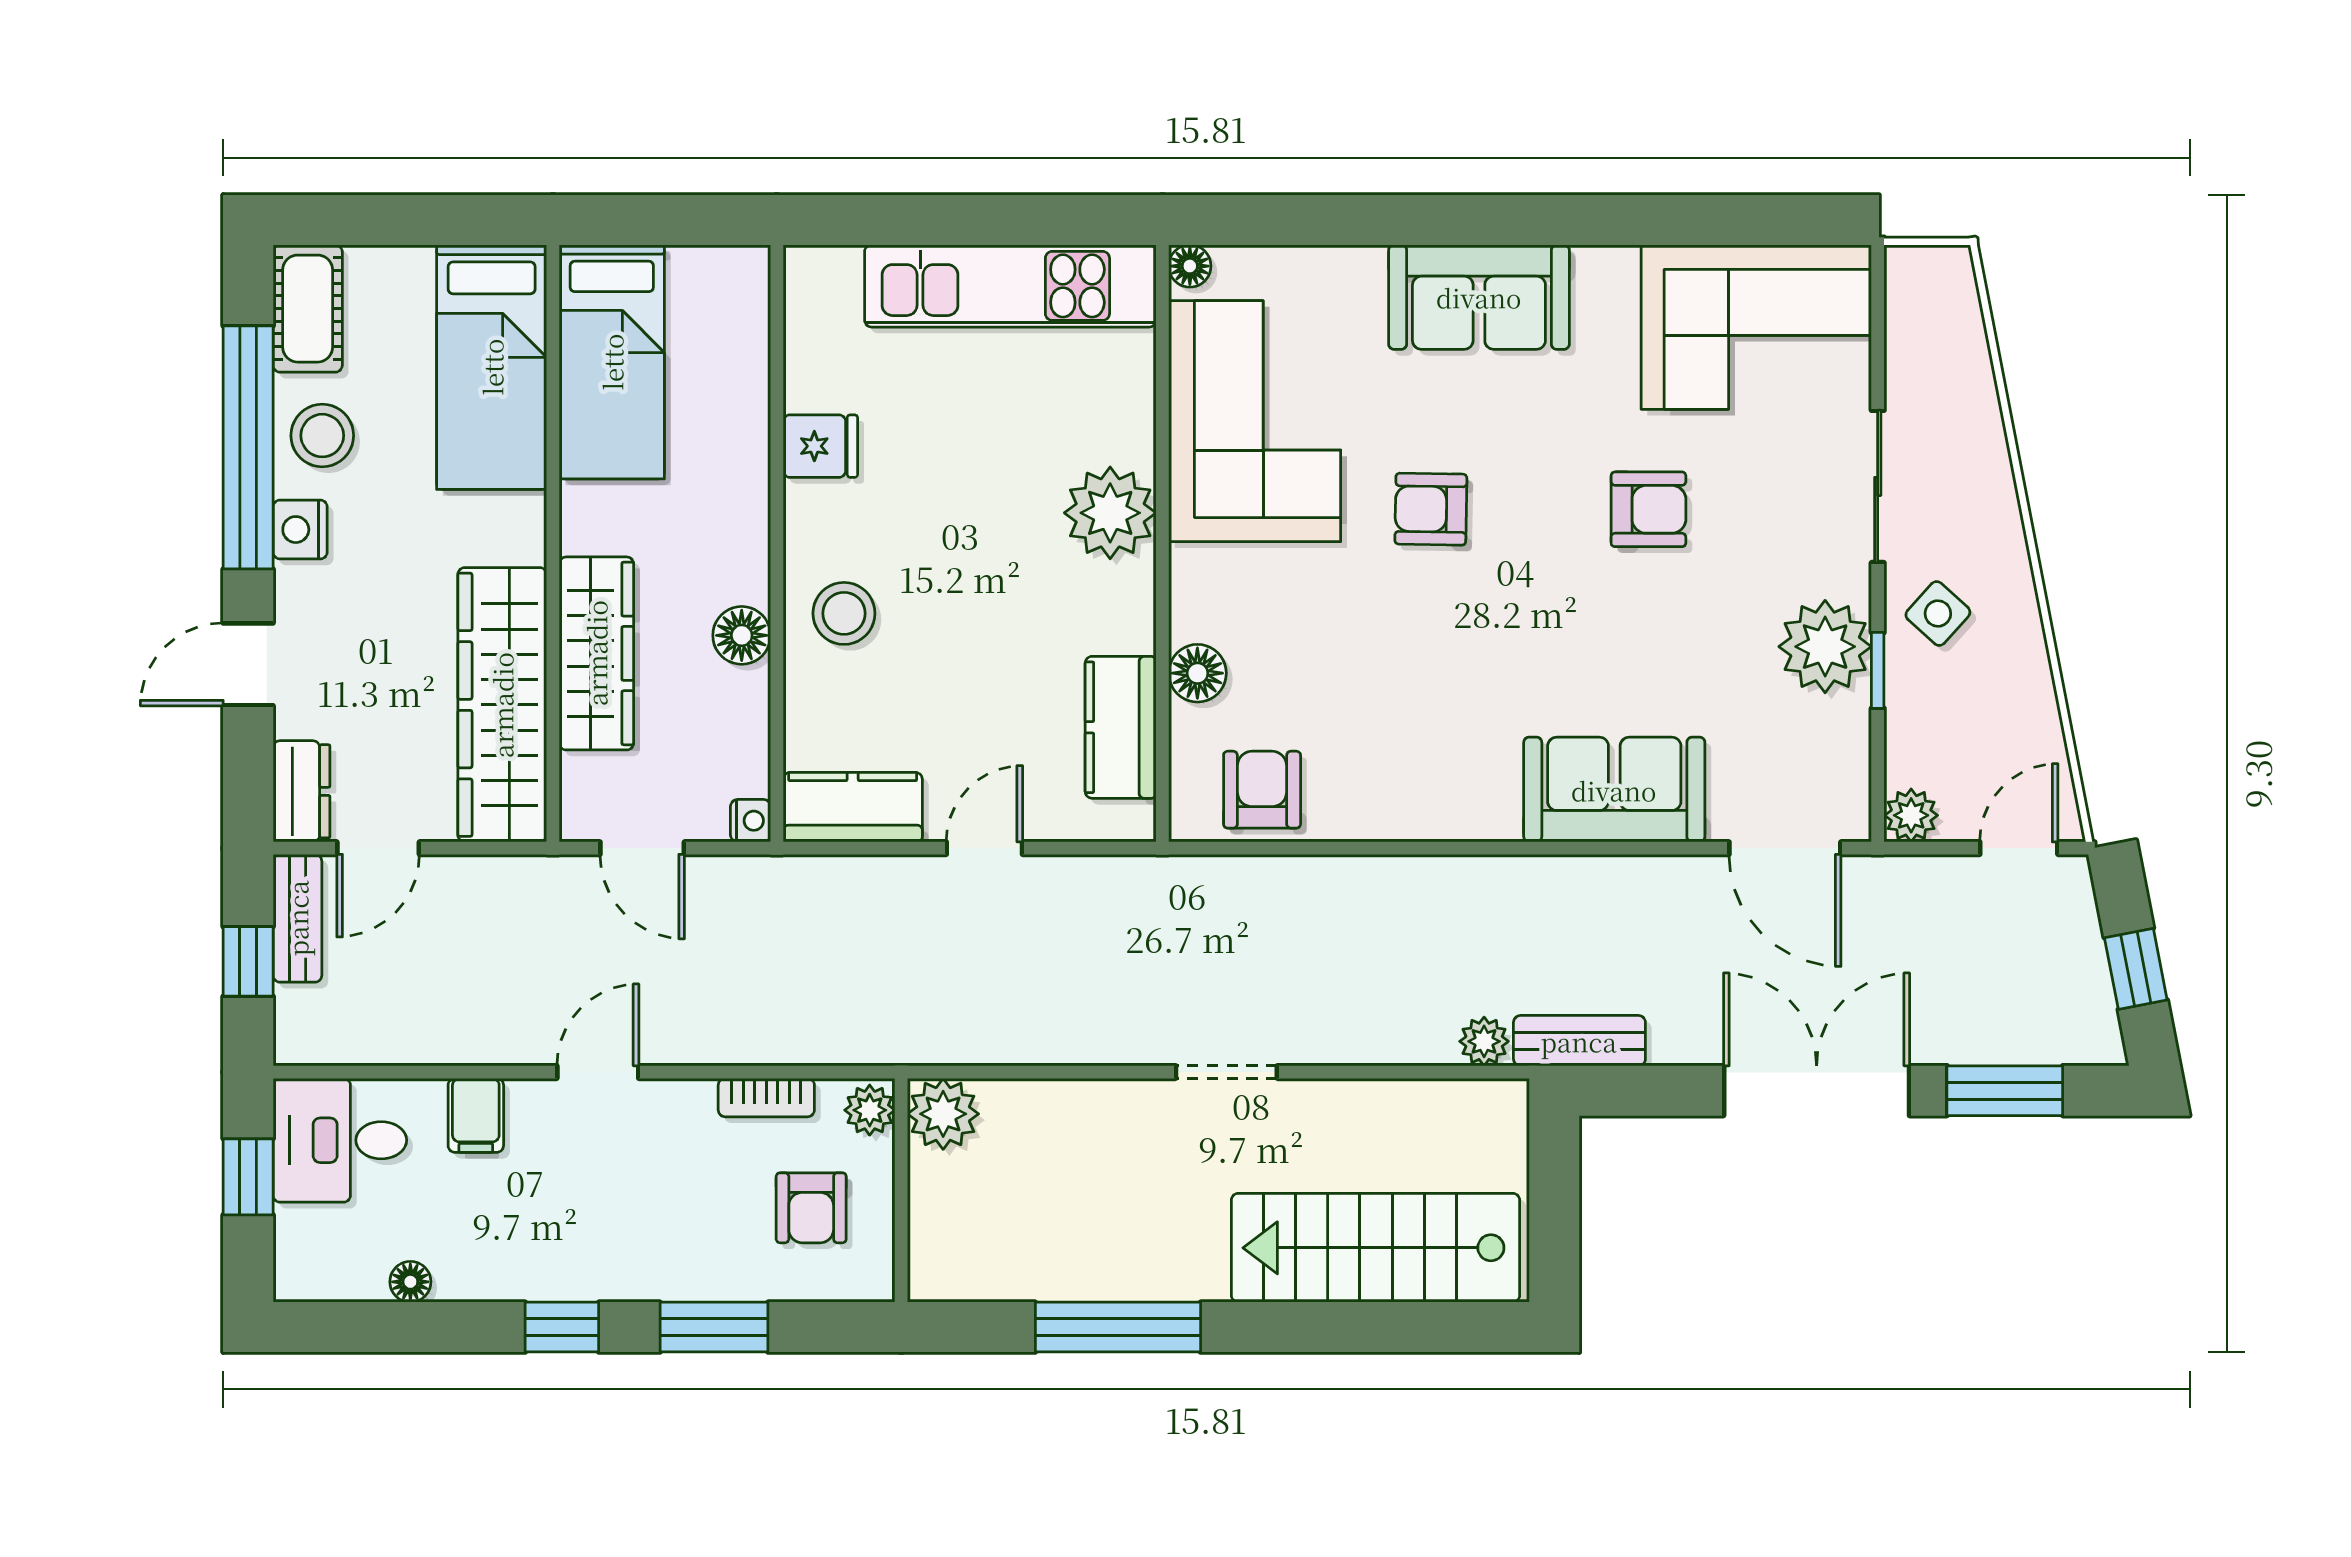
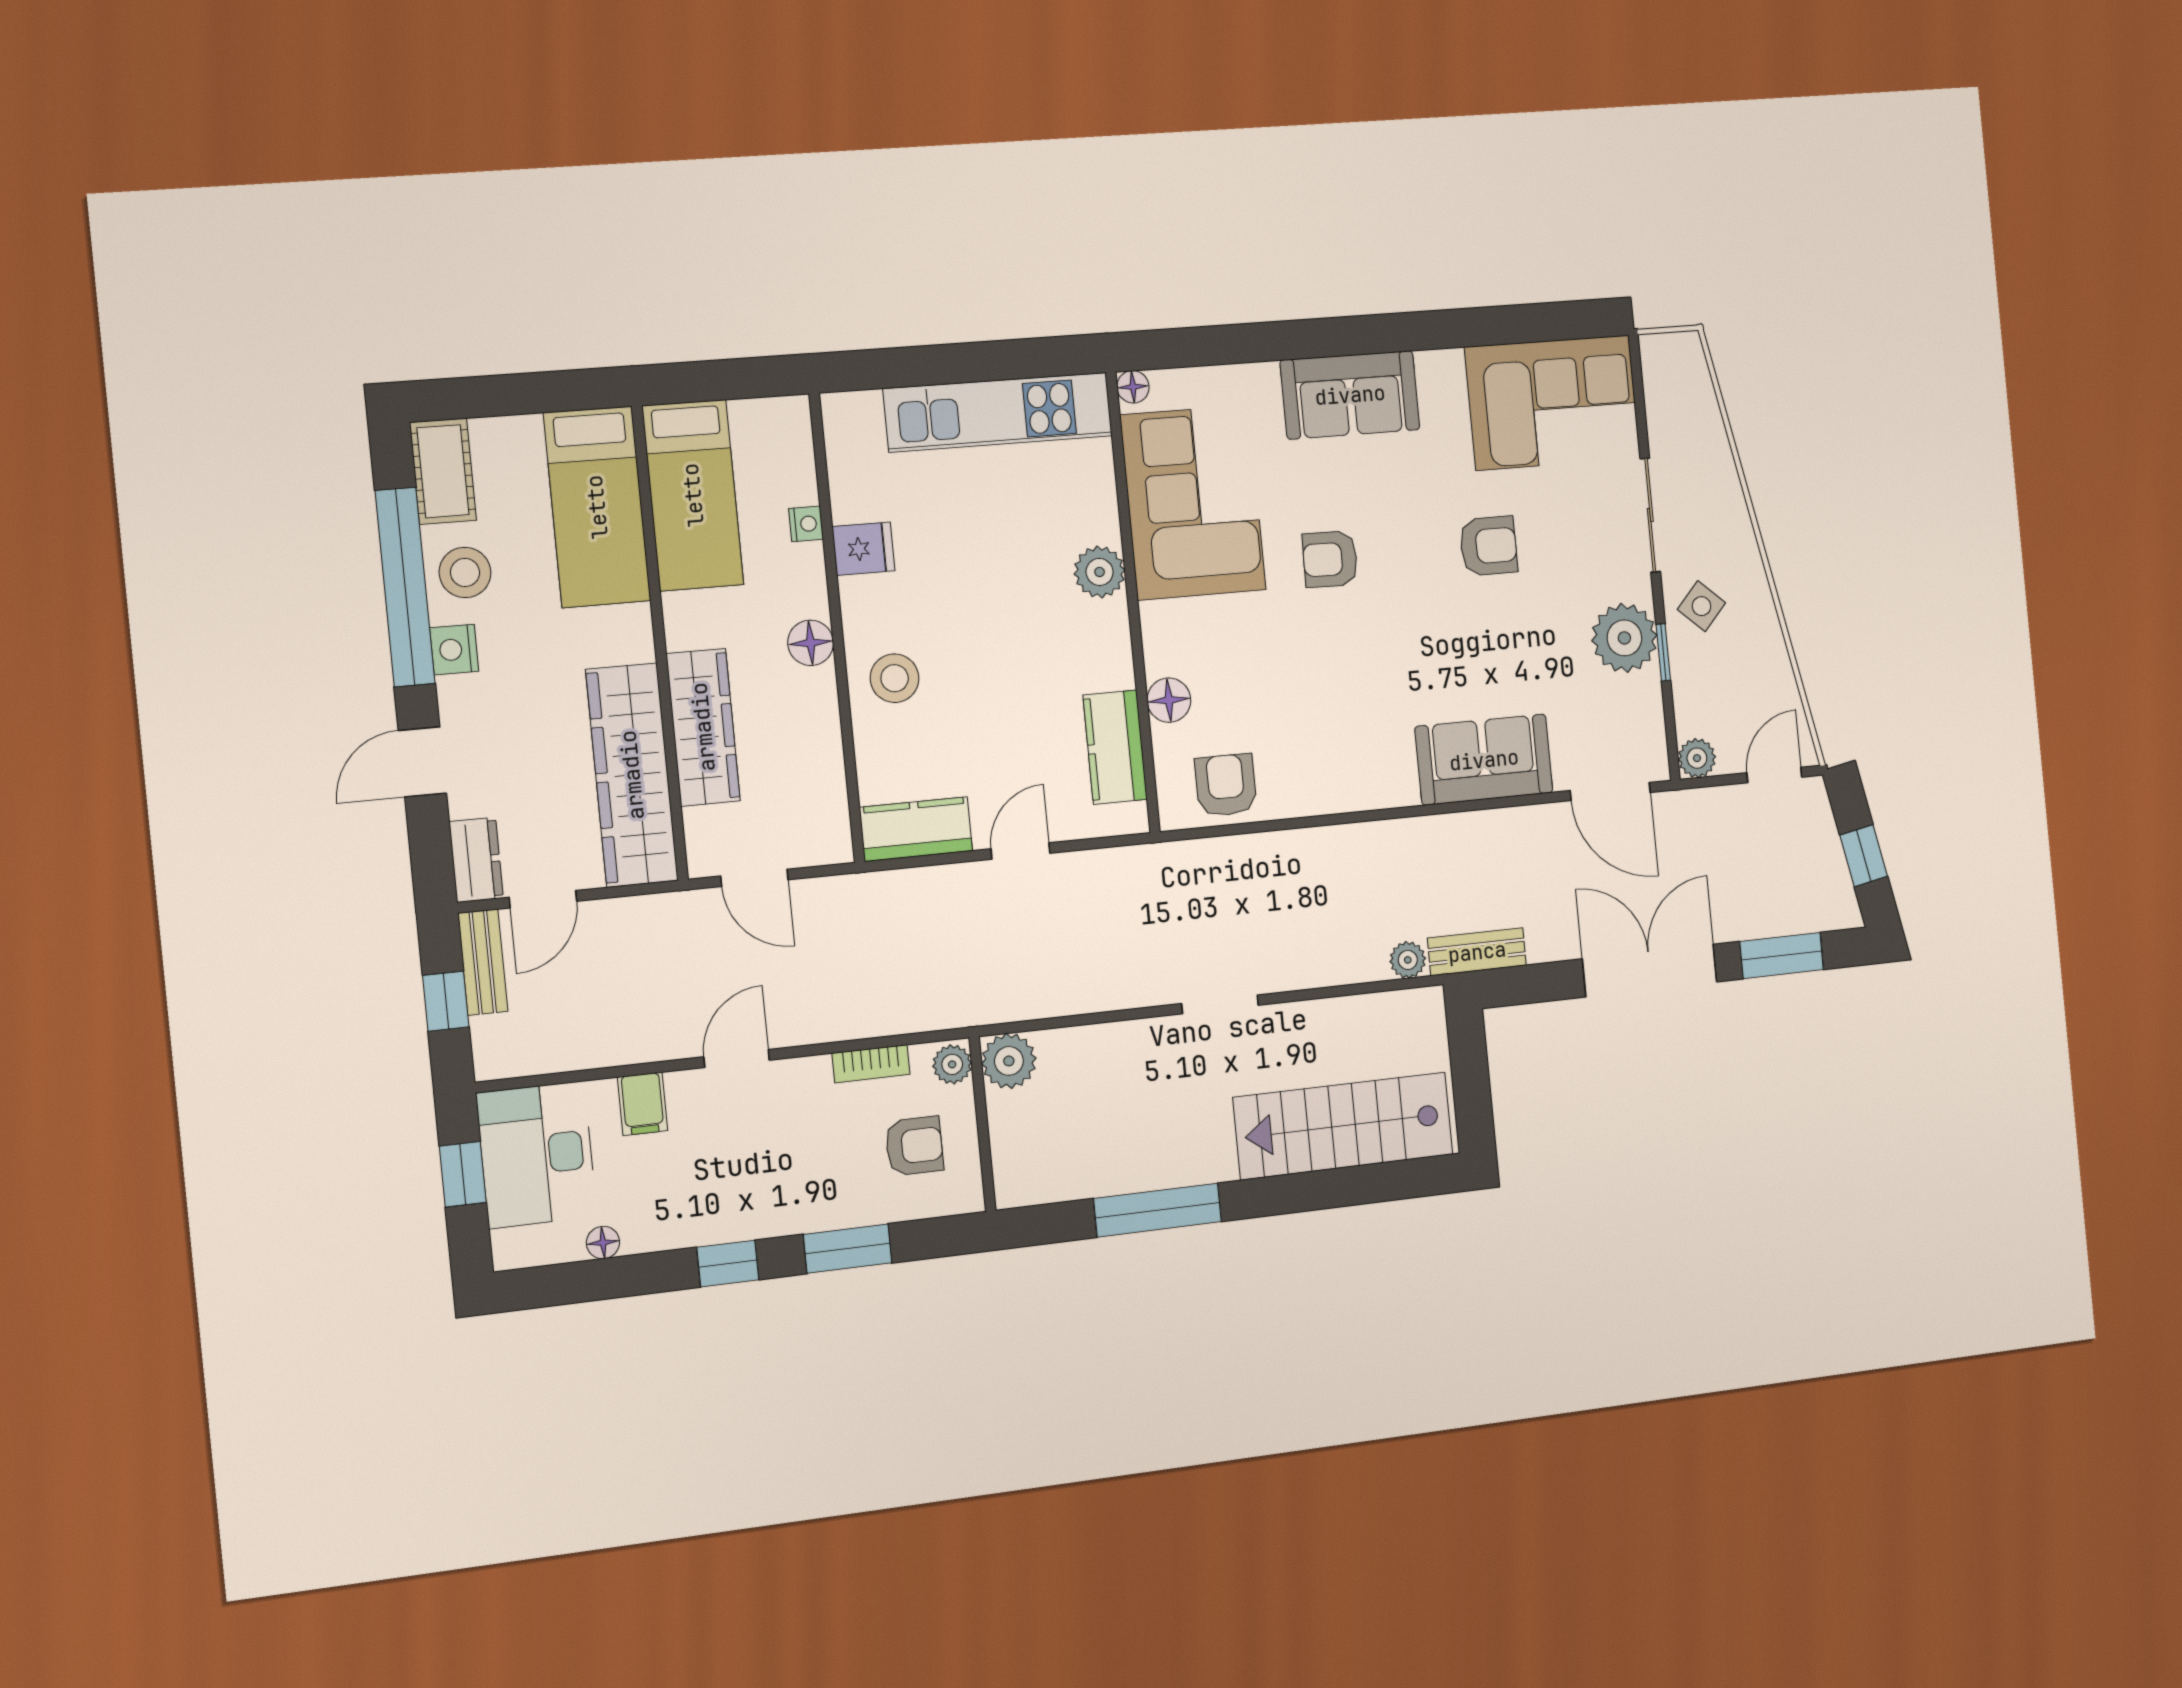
plant: (1110, 513) -> (1100, 572), width x0.73, depth x0.73
floor lamp: (742, 635) -> (811, 643), moved
nightstand: (751, 821) -> (806, 524), moved
desk: (340, 1140) -> (537, 1155), width x1.37
armchair: (811, 1208) -> (914, 1146), turned -90

